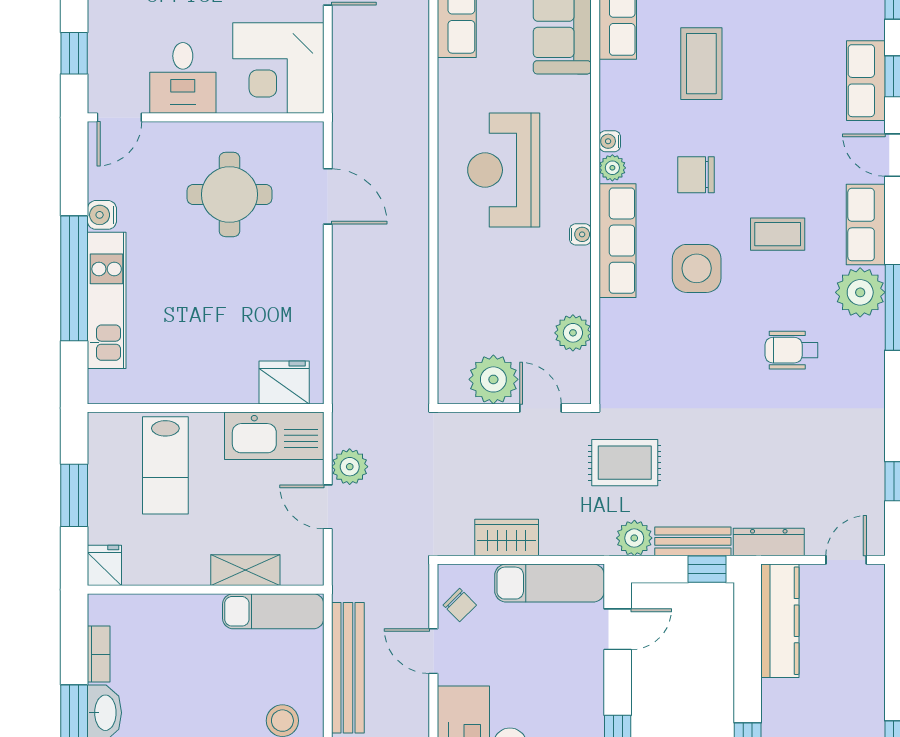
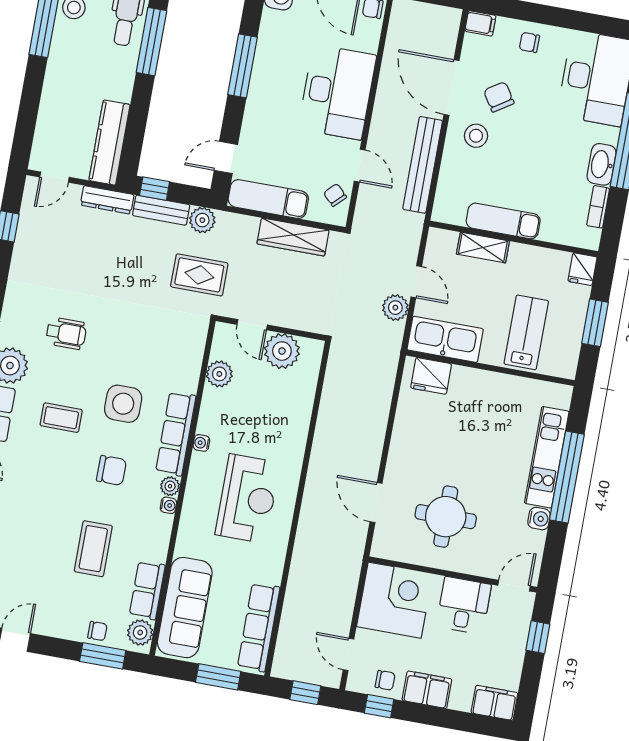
wardrobe: (507, 538) -> (293, 237), width x1.50
exam couch: (273, 611) -> (503, 221), moved

